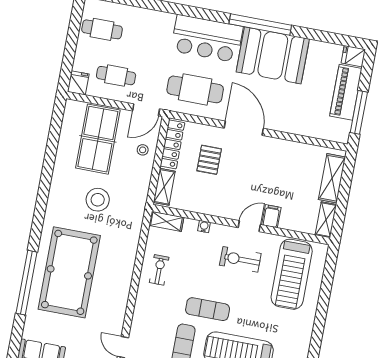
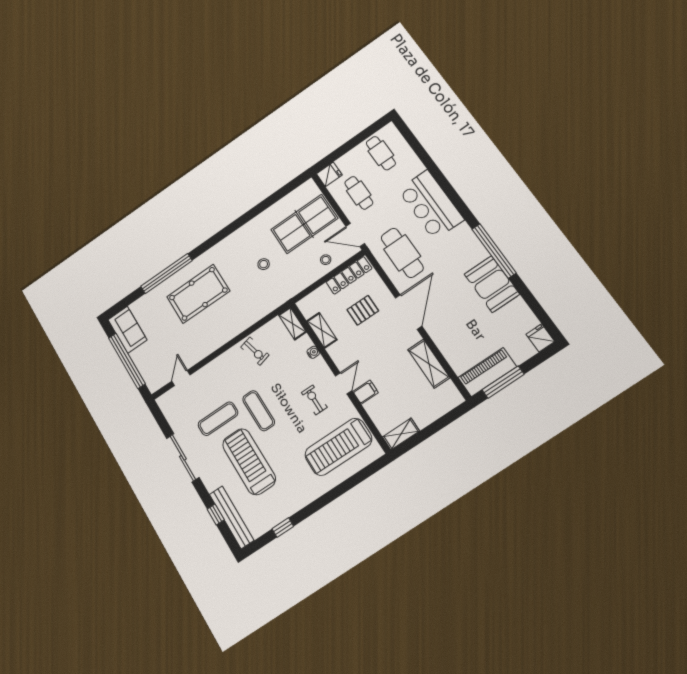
bar counter: (207, 39) -> (431, 205), moved
booth: (273, 55) -> (492, 284), width x0.73, depth x0.70
piano: (346, 92) -> (487, 372), moved
shelving: (332, 178) -> (429, 364), moved, turned 90
shelving: (164, 187) -> (322, 330), moved, turned 90
stool: (98, 200) -> (264, 264), width x0.53, depth x0.53
door: (249, 226) -> (344, 383), hinge flipped
exercise bike: (240, 259) -> (314, 400), width x0.73, depth x0.72
exercise bike: (159, 270) -> (255, 351), turned 76
pool table: (69, 272) -> (198, 294), width x0.73, depth x0.76

